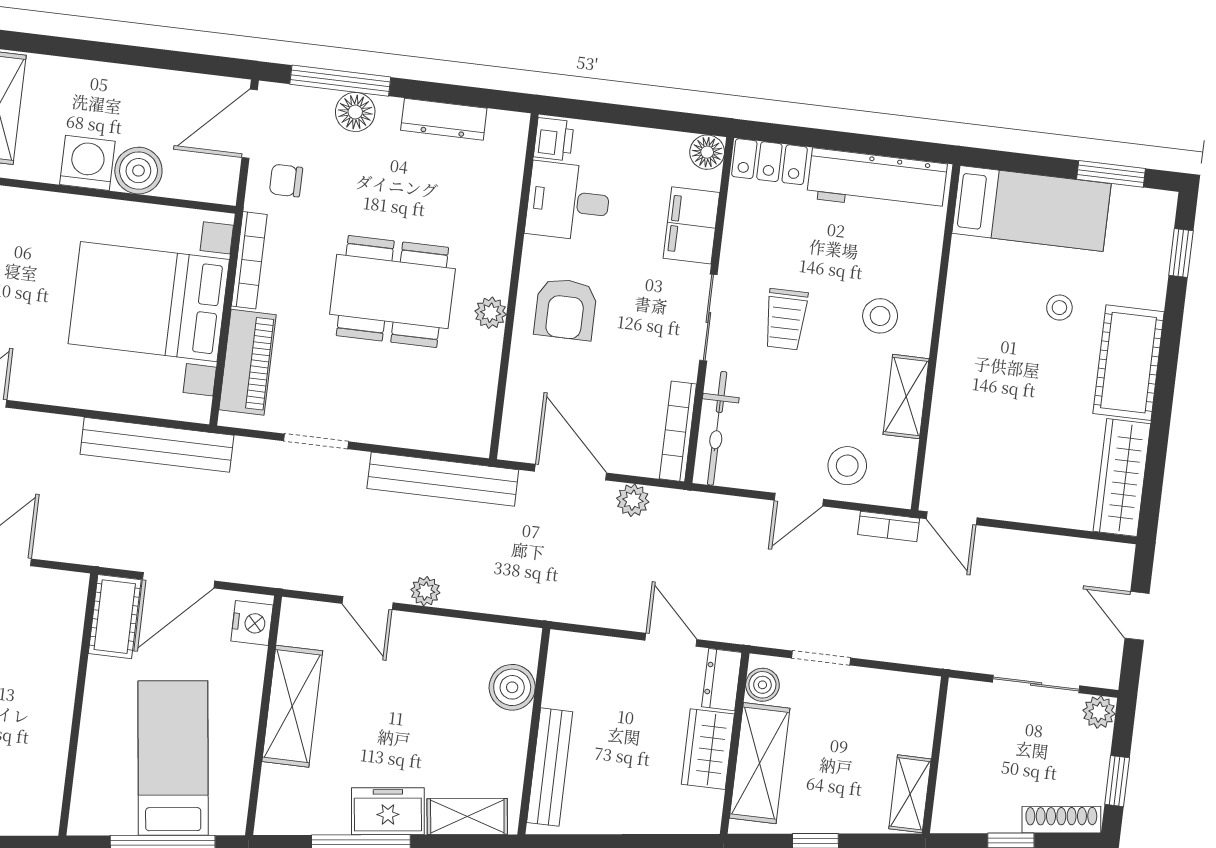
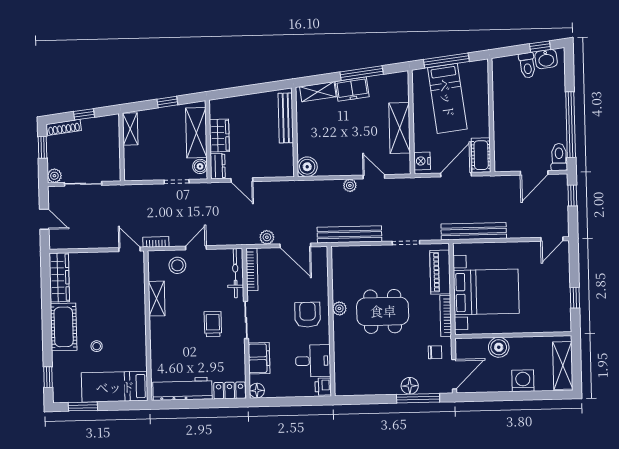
dresser: (444, 119) -> (371, 388), removed
washing machine: (87, 163) -> (523, 381), moved, turned 180
stool: (880, 316) -> (173, 331), removed
boiler: (512, 687) -> (307, 167), moved

